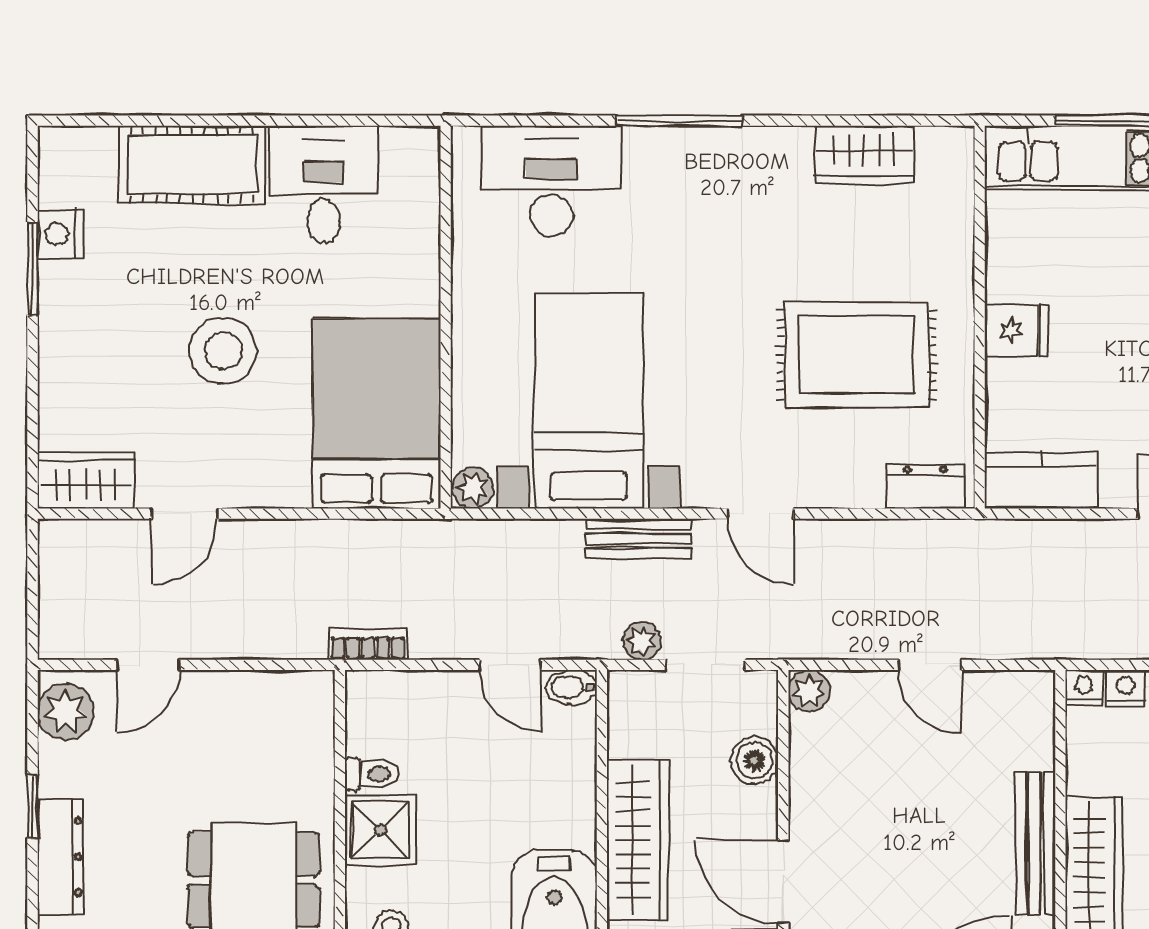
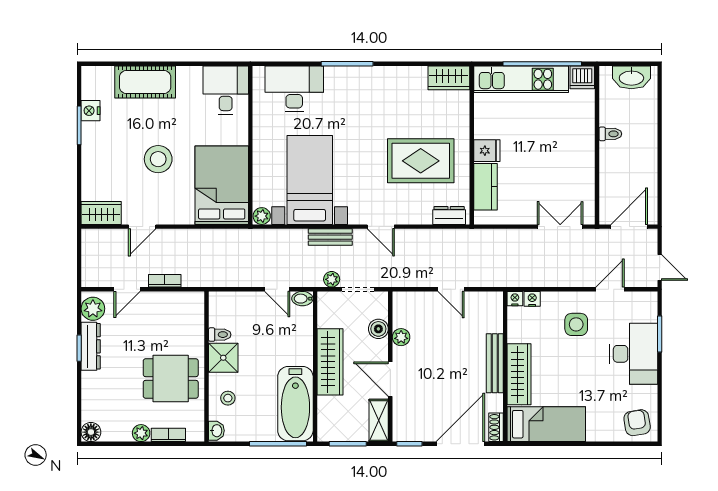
wardrobe: (864, 155) -> (449, 78), moved
desk: (324, 185) -> (226, 90), moved
kitchen counter: (1041, 480) -> (486, 187), moved, turned 90
bookcase: (368, 644) -> (165, 281), moved
plant: (809, 691) -> (401, 337), moved
dresser: (60, 857) -> (91, 346), moved

